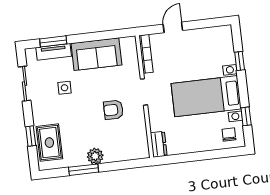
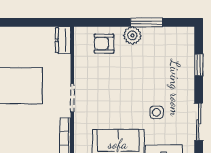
armchair: (113, 110) -> (104, 44), moved, turned 180
rug: (49, 143) -> (180, 56), removed

